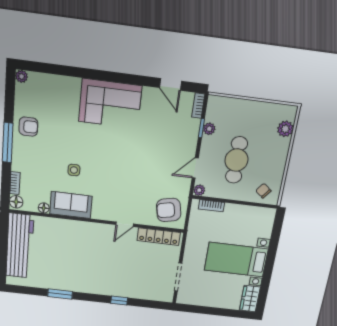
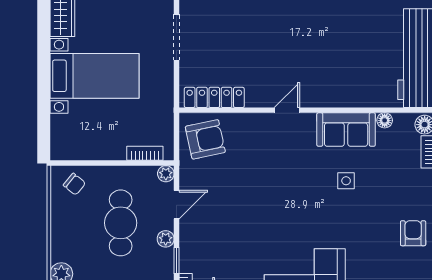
armchair: (28, 127) -> (413, 233), turned 90
plant: (209, 129) -> (166, 239), moved
door: (125, 224) -> (287, 110), moved

